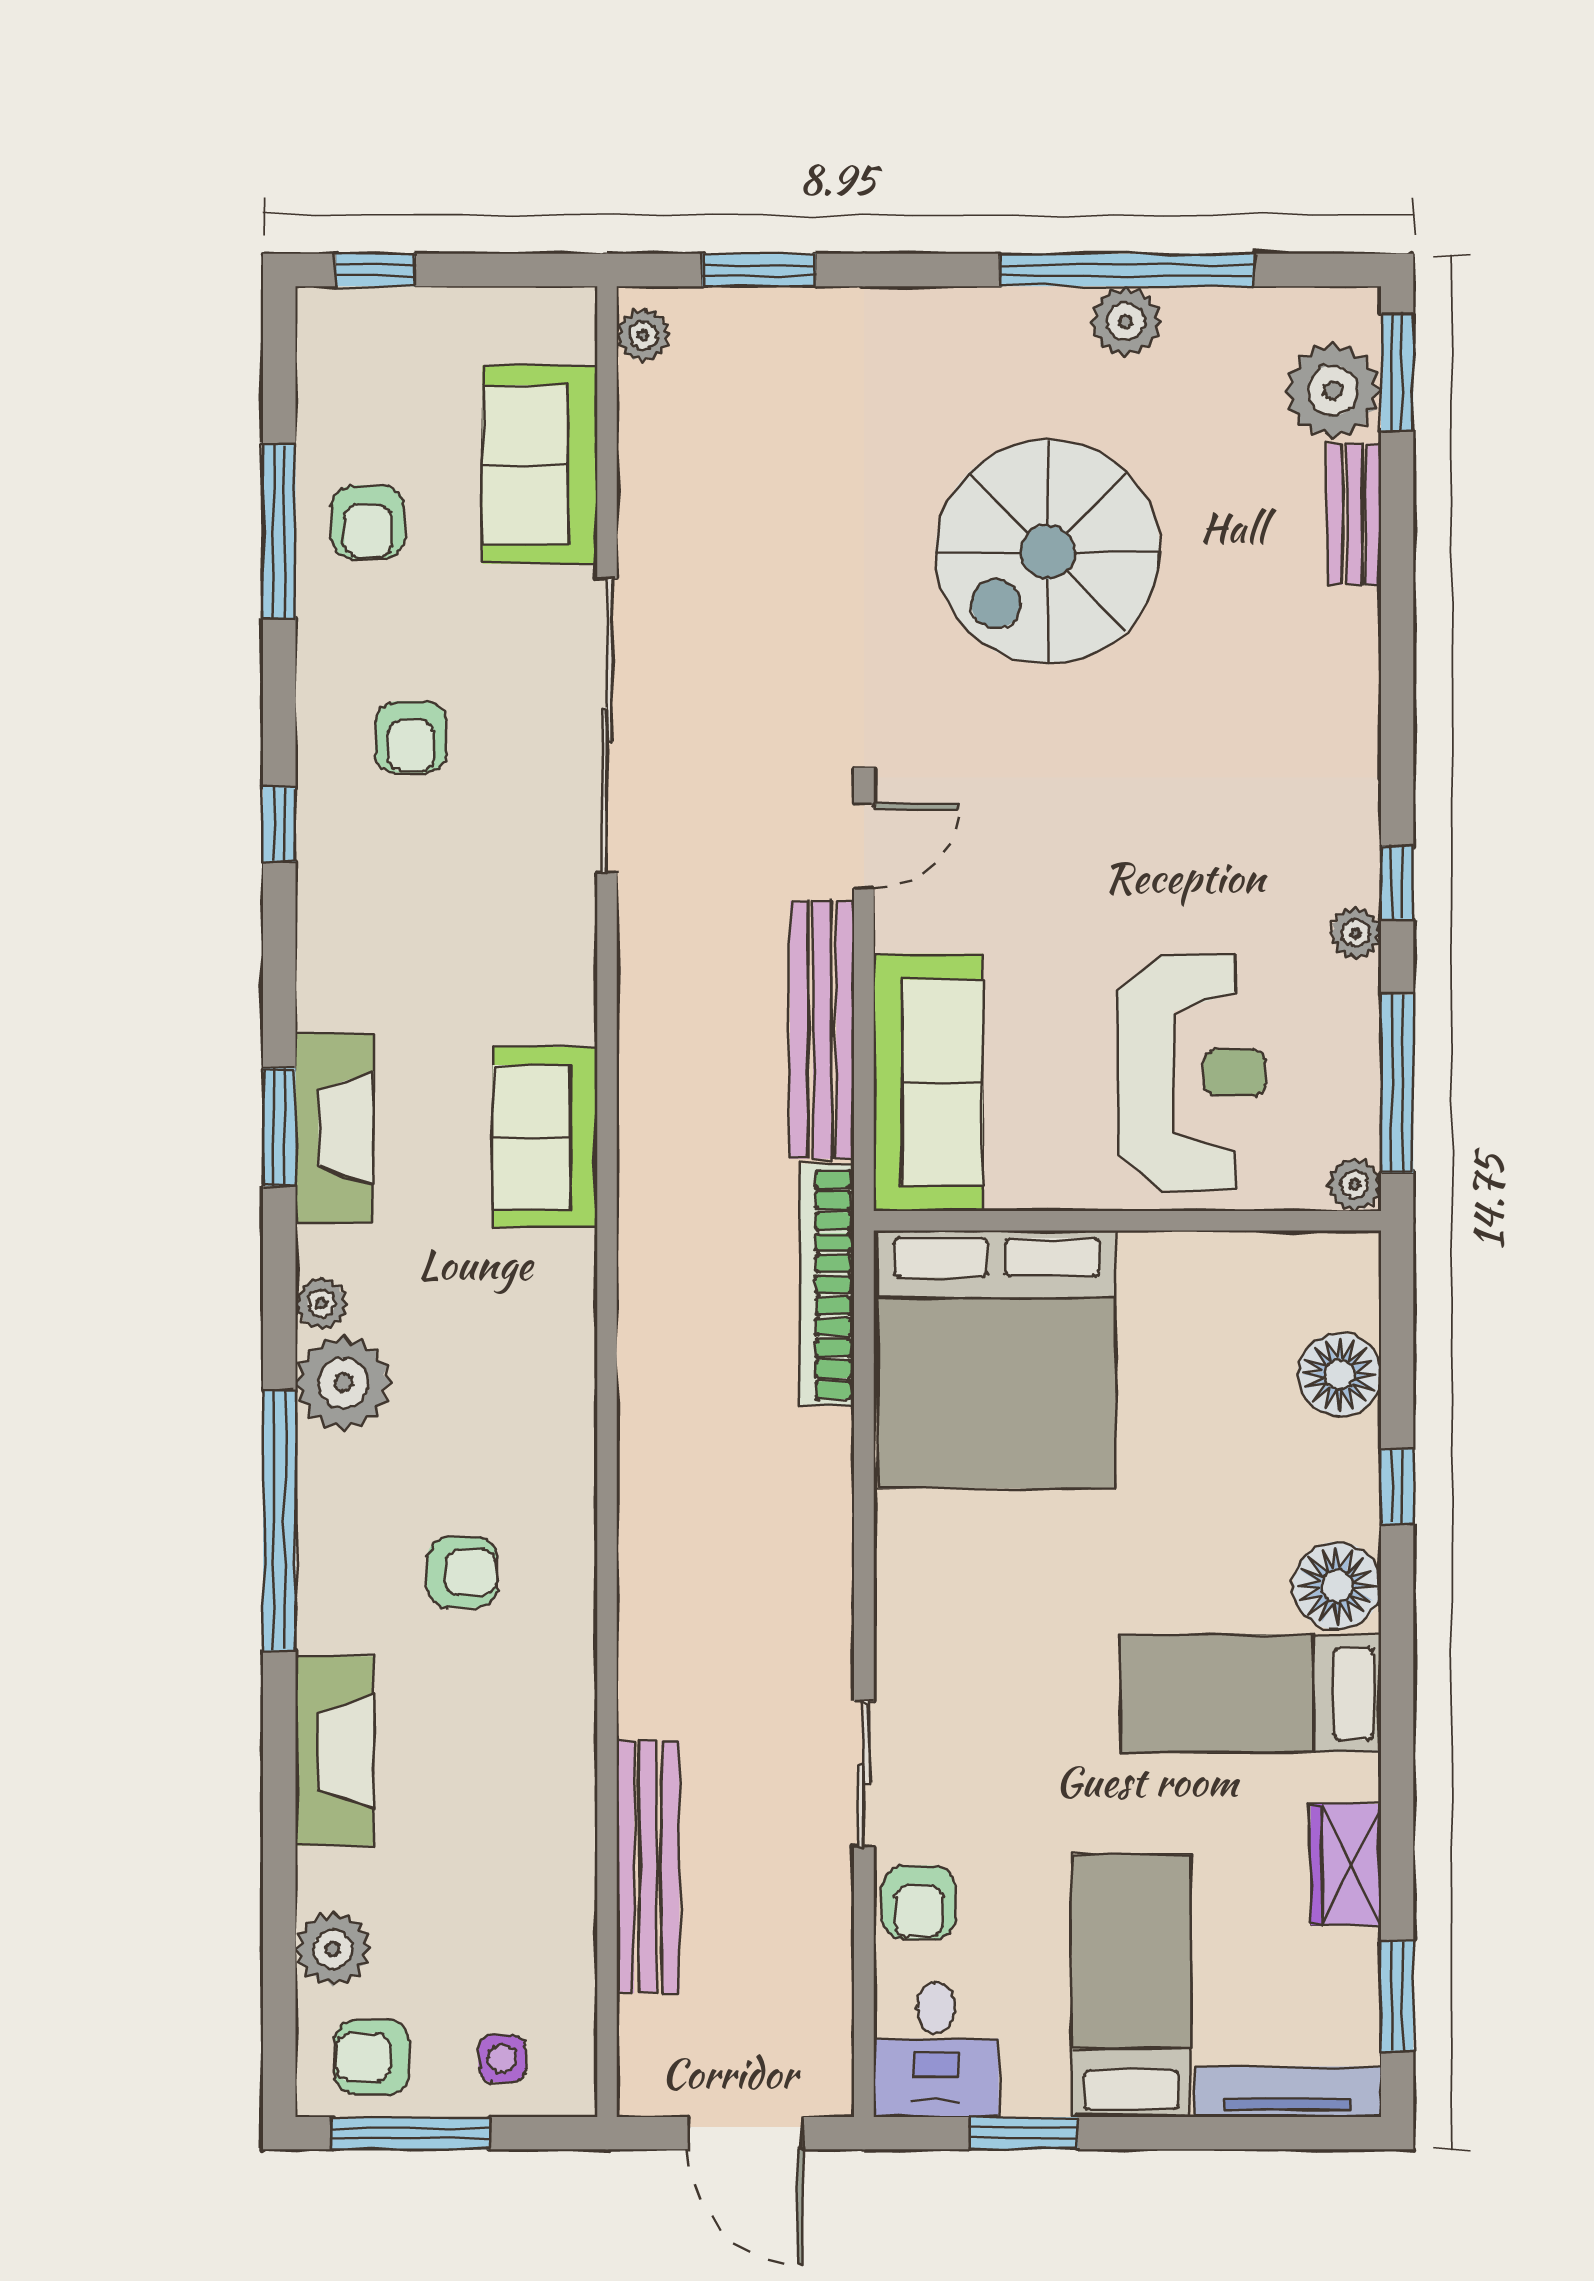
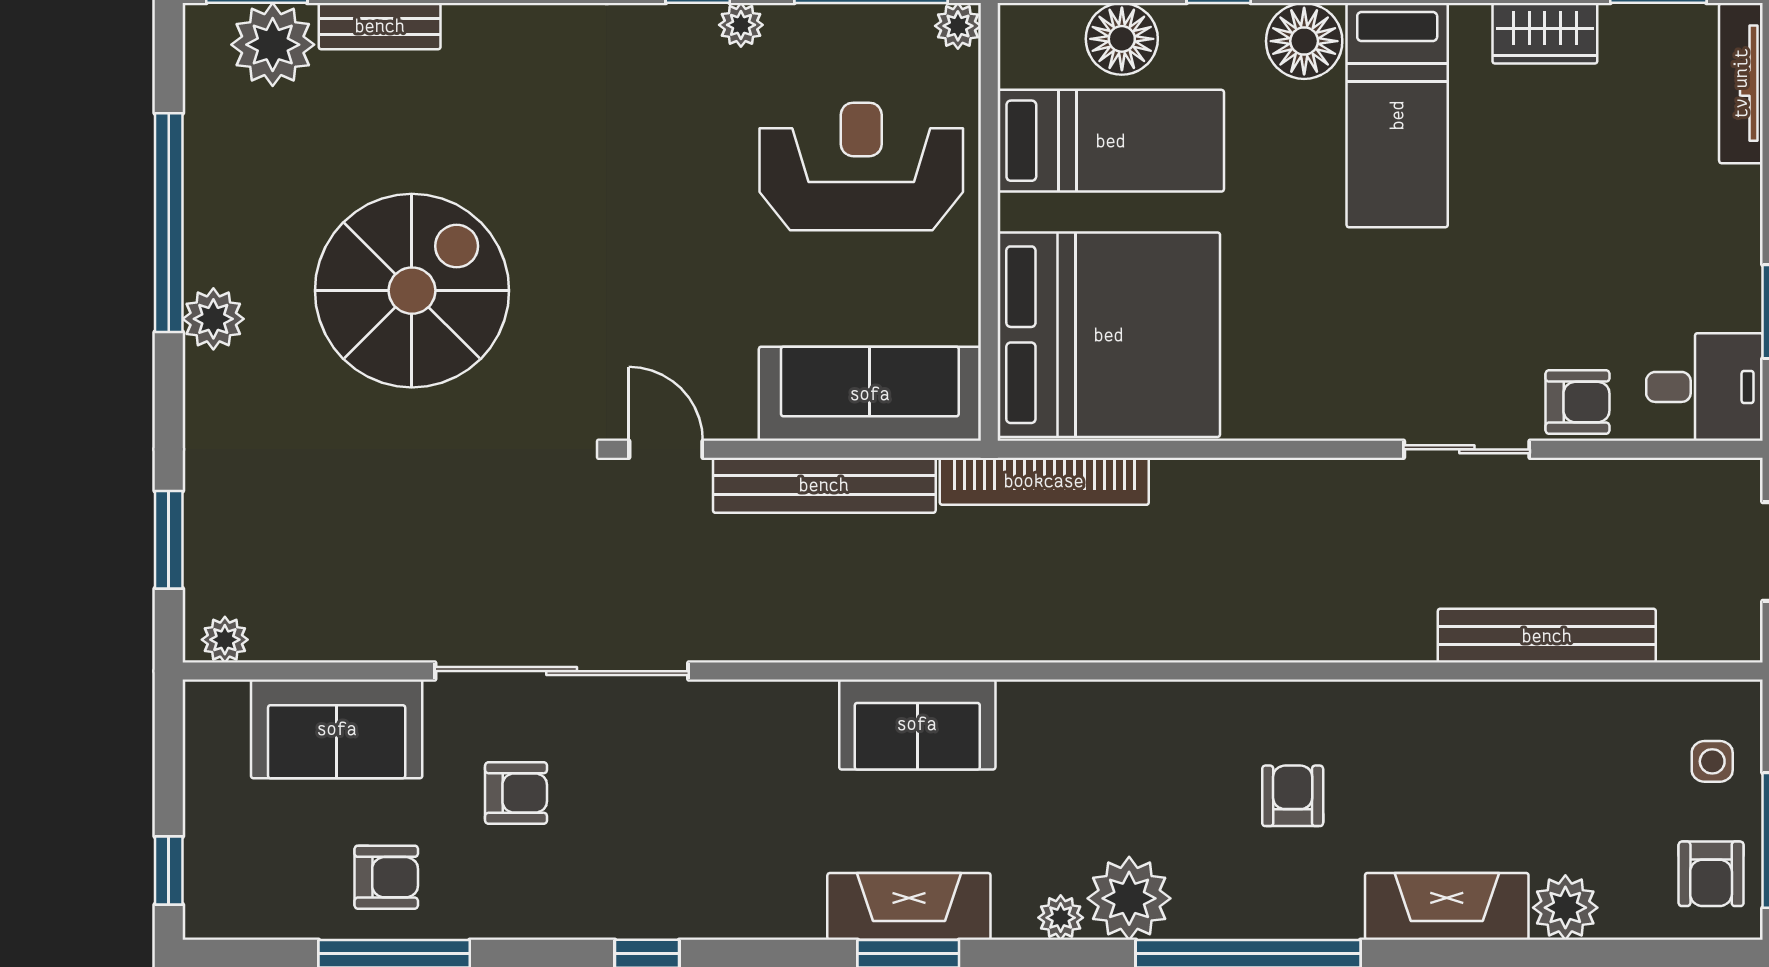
plant: (1126, 322) -> (213, 319), moved
spiral stairs: (1048, 552) -> (412, 291), turned -90
armchair: (411, 737) -> (516, 793), moved
plant: (333, 1949) -> (1565, 908), moved
bed: (1131, 1986) -> (1111, 141), moved, turned 180

